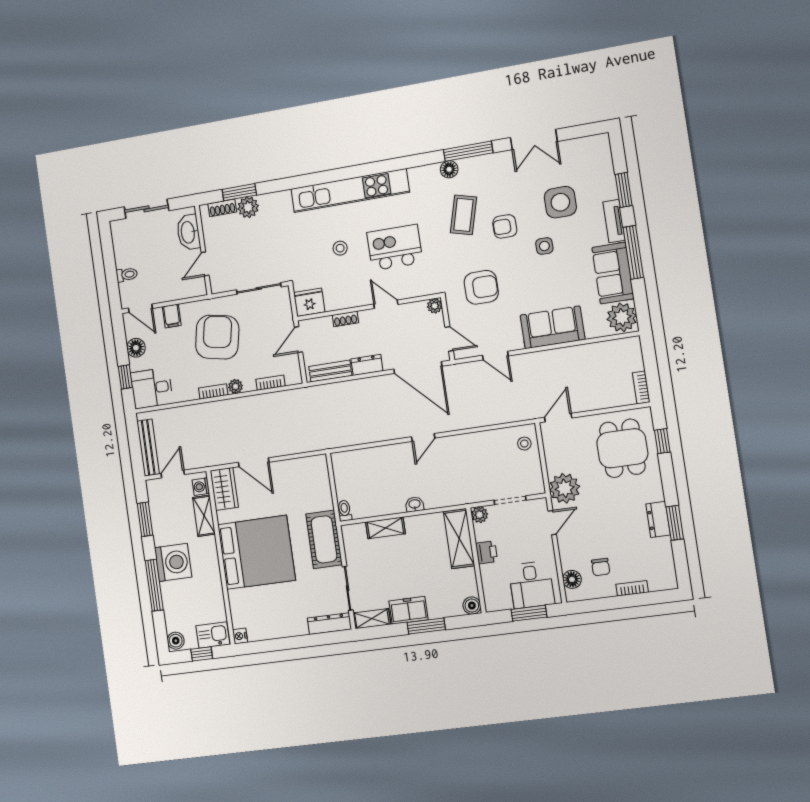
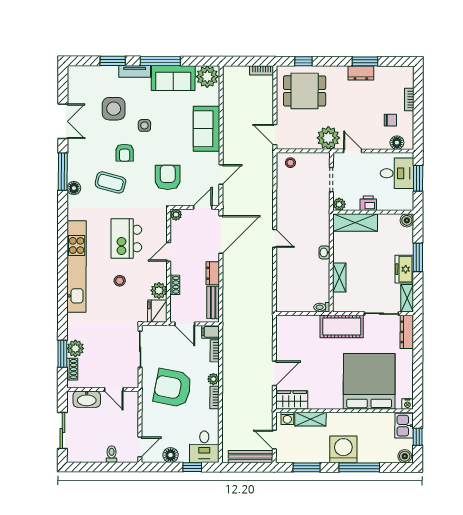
plant: (335, 300) -> (159, 291), added
filing cabinet: (172, 316) -> (211, 332), moved, turned 180
bed: (257, 552) -> (369, 381), moved

